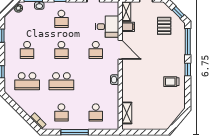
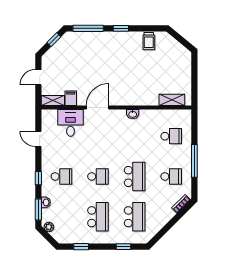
pallet: (164, 26) -> (70, 56), removed
school desk: (27, 50) -> (98, 217), width x1.85
school desk: (96, 50) -> (98, 136), removed
trolley: (171, 82) -> (149, 41), moved

